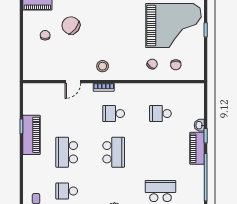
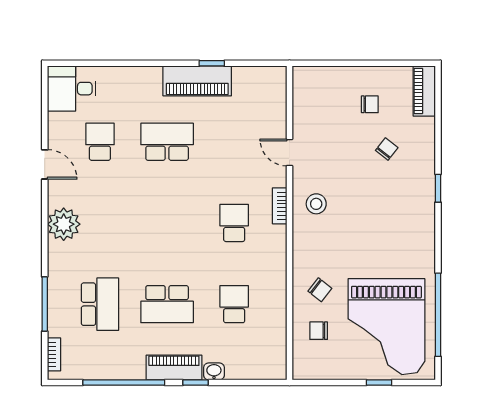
chair: (71, 25) -> (387, 149), width x0.54, depth x0.54
school desk: (114, 152) -> (167, 304), moved

